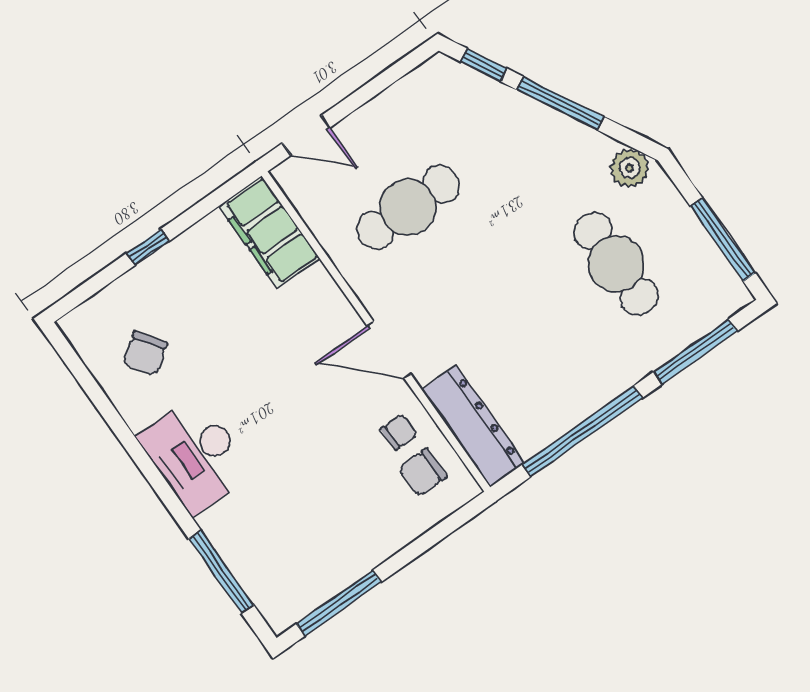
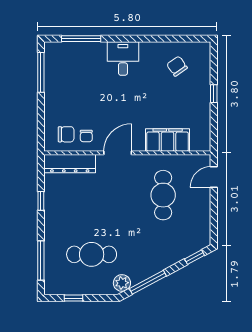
window: (560, 103) -> (148, 282), moved
filing cabinet: (269, 232) -> (168, 140), moved
window: (723, 239) -> (74, 298), width x0.46
window: (583, 431) -> (41, 201), width x0.32
desk: (195, 455) -> (123, 59), width x0.73
chair: (422, 472) -> (66, 134), turned 90

